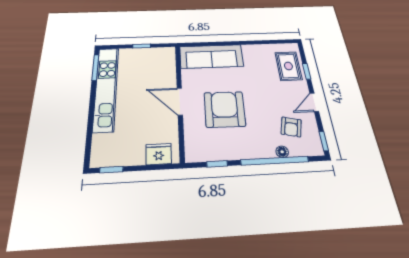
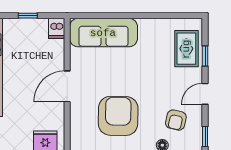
dishwasher: (168, 55) -> (57, 28), added
door: (180, 101) -> (67, 86), hinge flipped
armchair: (225, 109) -> (118, 116), moved

